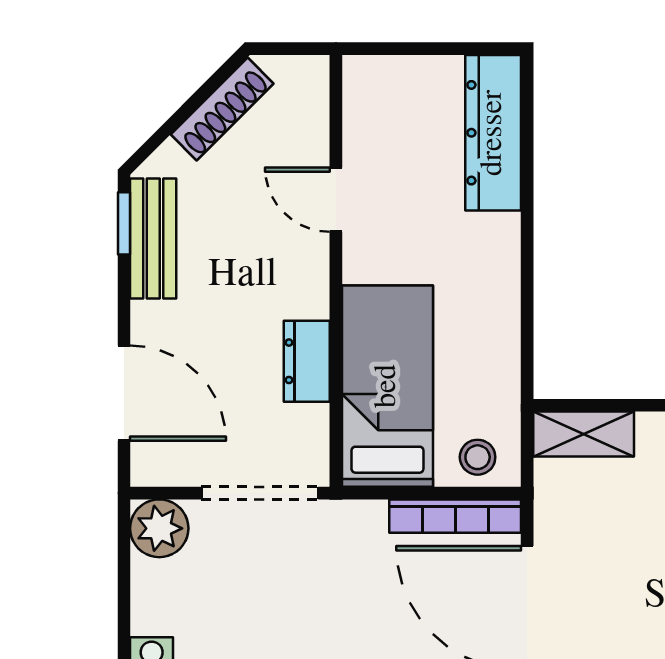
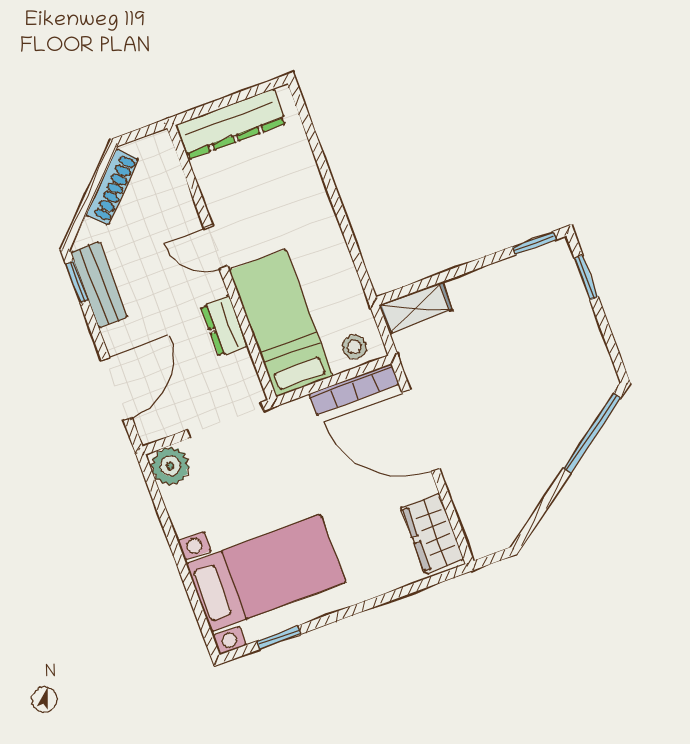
dresser: (493, 133) -> (231, 124), moved, turned -90
door: (336, 200) -> (216, 247), moved
door: (124, 393) -> (117, 389), hinge flipped

